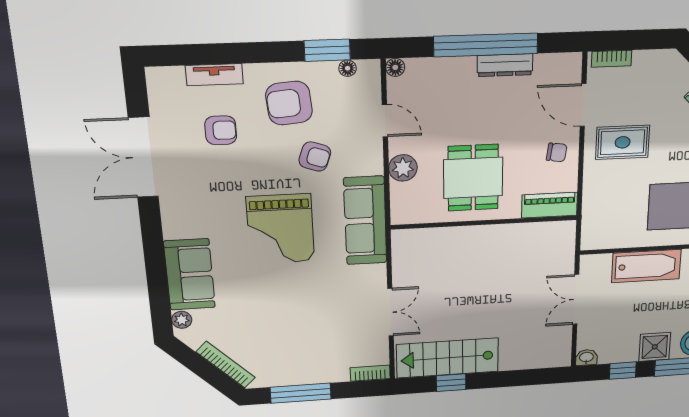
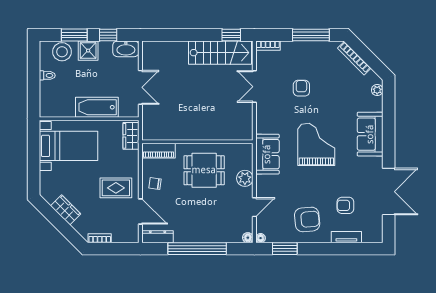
bookcase: (612, 59) -> (100, 238), moved
dresser: (505, 65) -> (158, 237), moved
floor lamp: (348, 68) -> (261, 238), moved
door: (385, 121) -> (254, 207), swing flipped
armchair: (315, 157) -> (301, 88), moved, turned 71
dining table: (473, 178) -> (204, 170), turned 90
sofa: (365, 221) -> (267, 154), width x0.73
wardrobe: (594, 226) -> (131, 136), added
sofa: (190, 275) -> (370, 134), moved
washbasin: (586, 357) -> (126, 49), width x1.91, depth x1.45
window: (451, 383) -> (231, 35), moved

